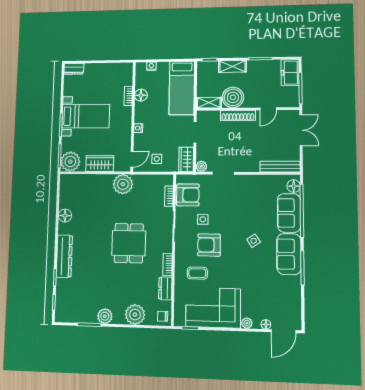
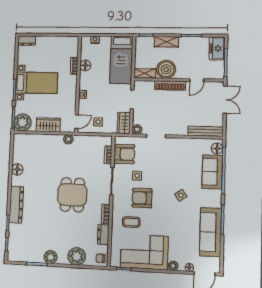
plant: (123, 184) -> (68, 139), width x0.53, depth x0.53
sofa: (289, 254) -> (211, 232), moved, width x1.36

